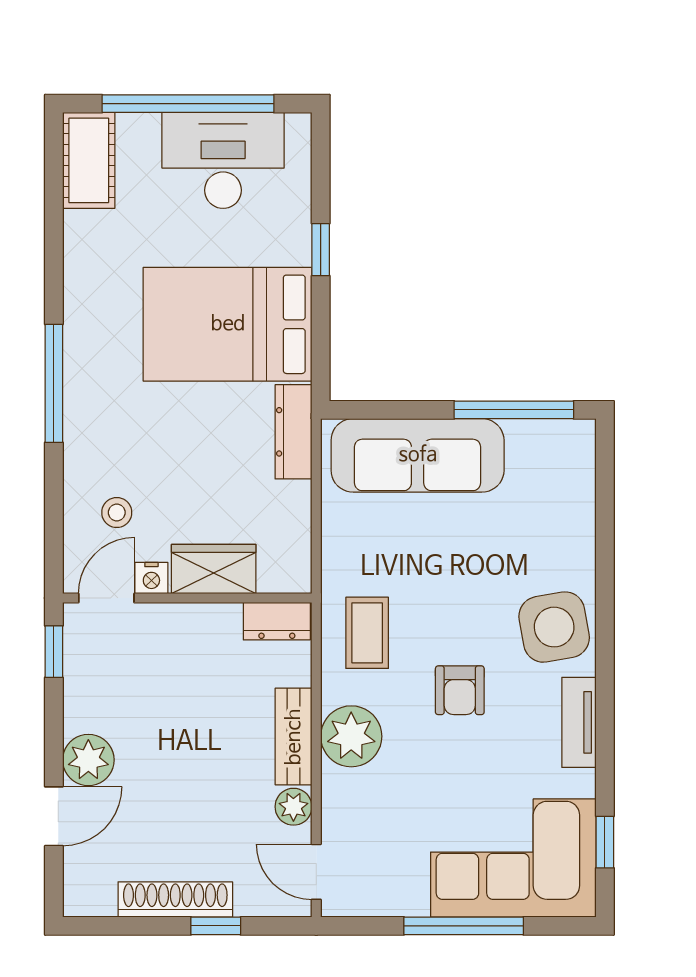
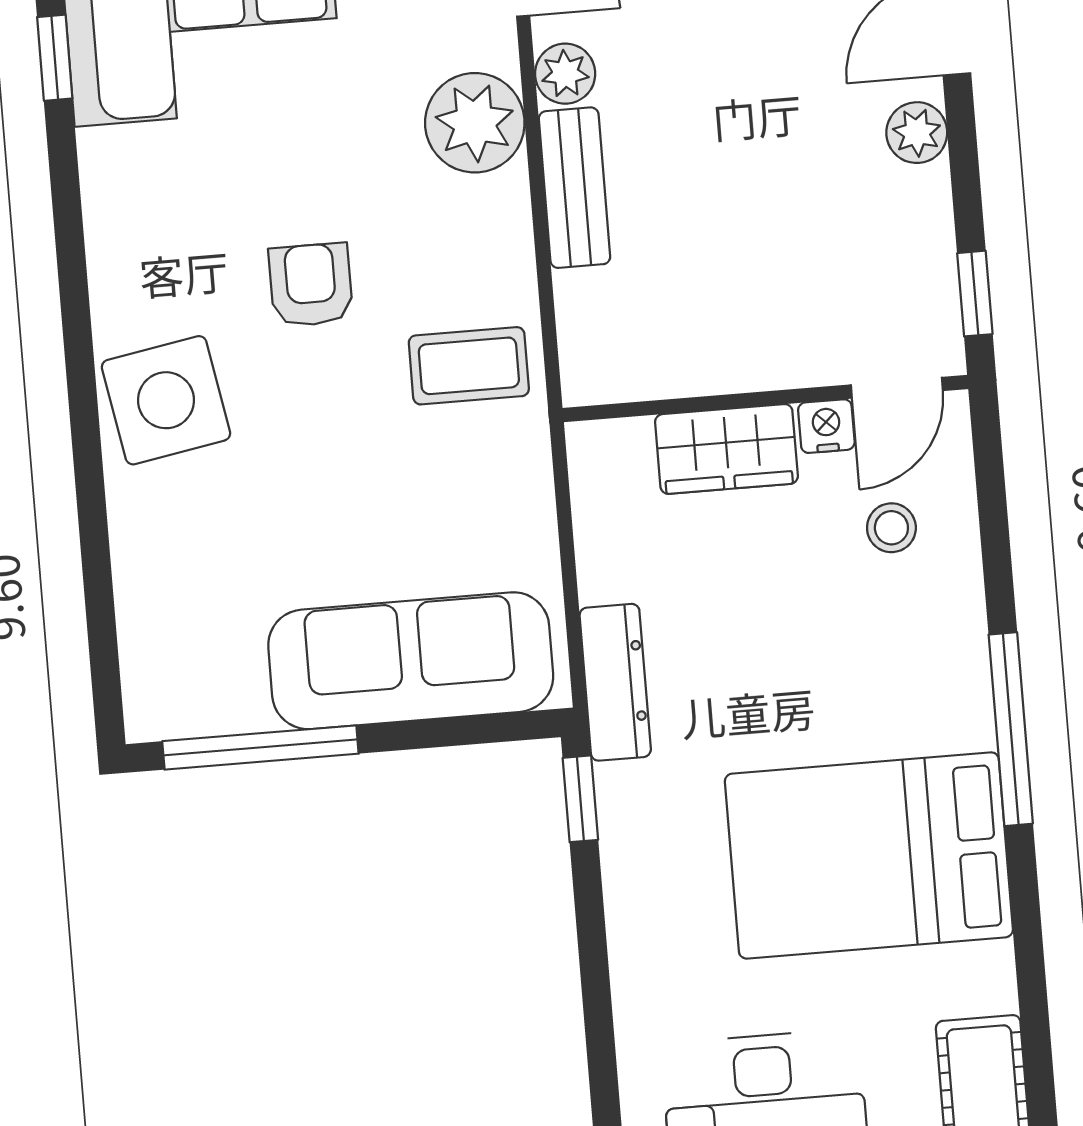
window: (321, 250) -> (580, 799), moved
bed: (228, 324) -> (869, 855), moved, turned 180
dresser: (277, 621) -> (617, 373), removed
coffee table: (367, 633) -> (469, 366), turned 90
tv unit: (579, 722) -> (113, 249), removed
plant: (351, 736) -> (475, 123), moved
plant: (88, 760) -> (917, 133), width x0.73, depth x0.73

